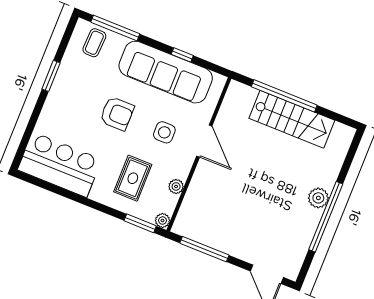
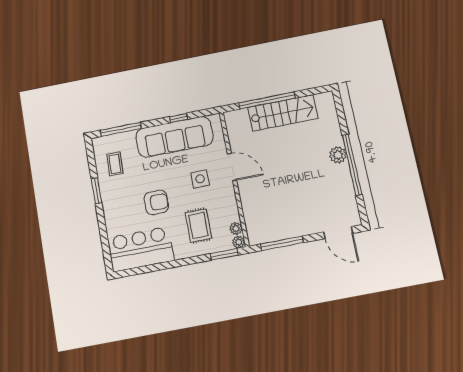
coffee table: (94, 43) -> (115, 164), moved
armchair: (117, 113) -> (156, 202), moved
plant: (176, 186) -> (236, 228), moved

